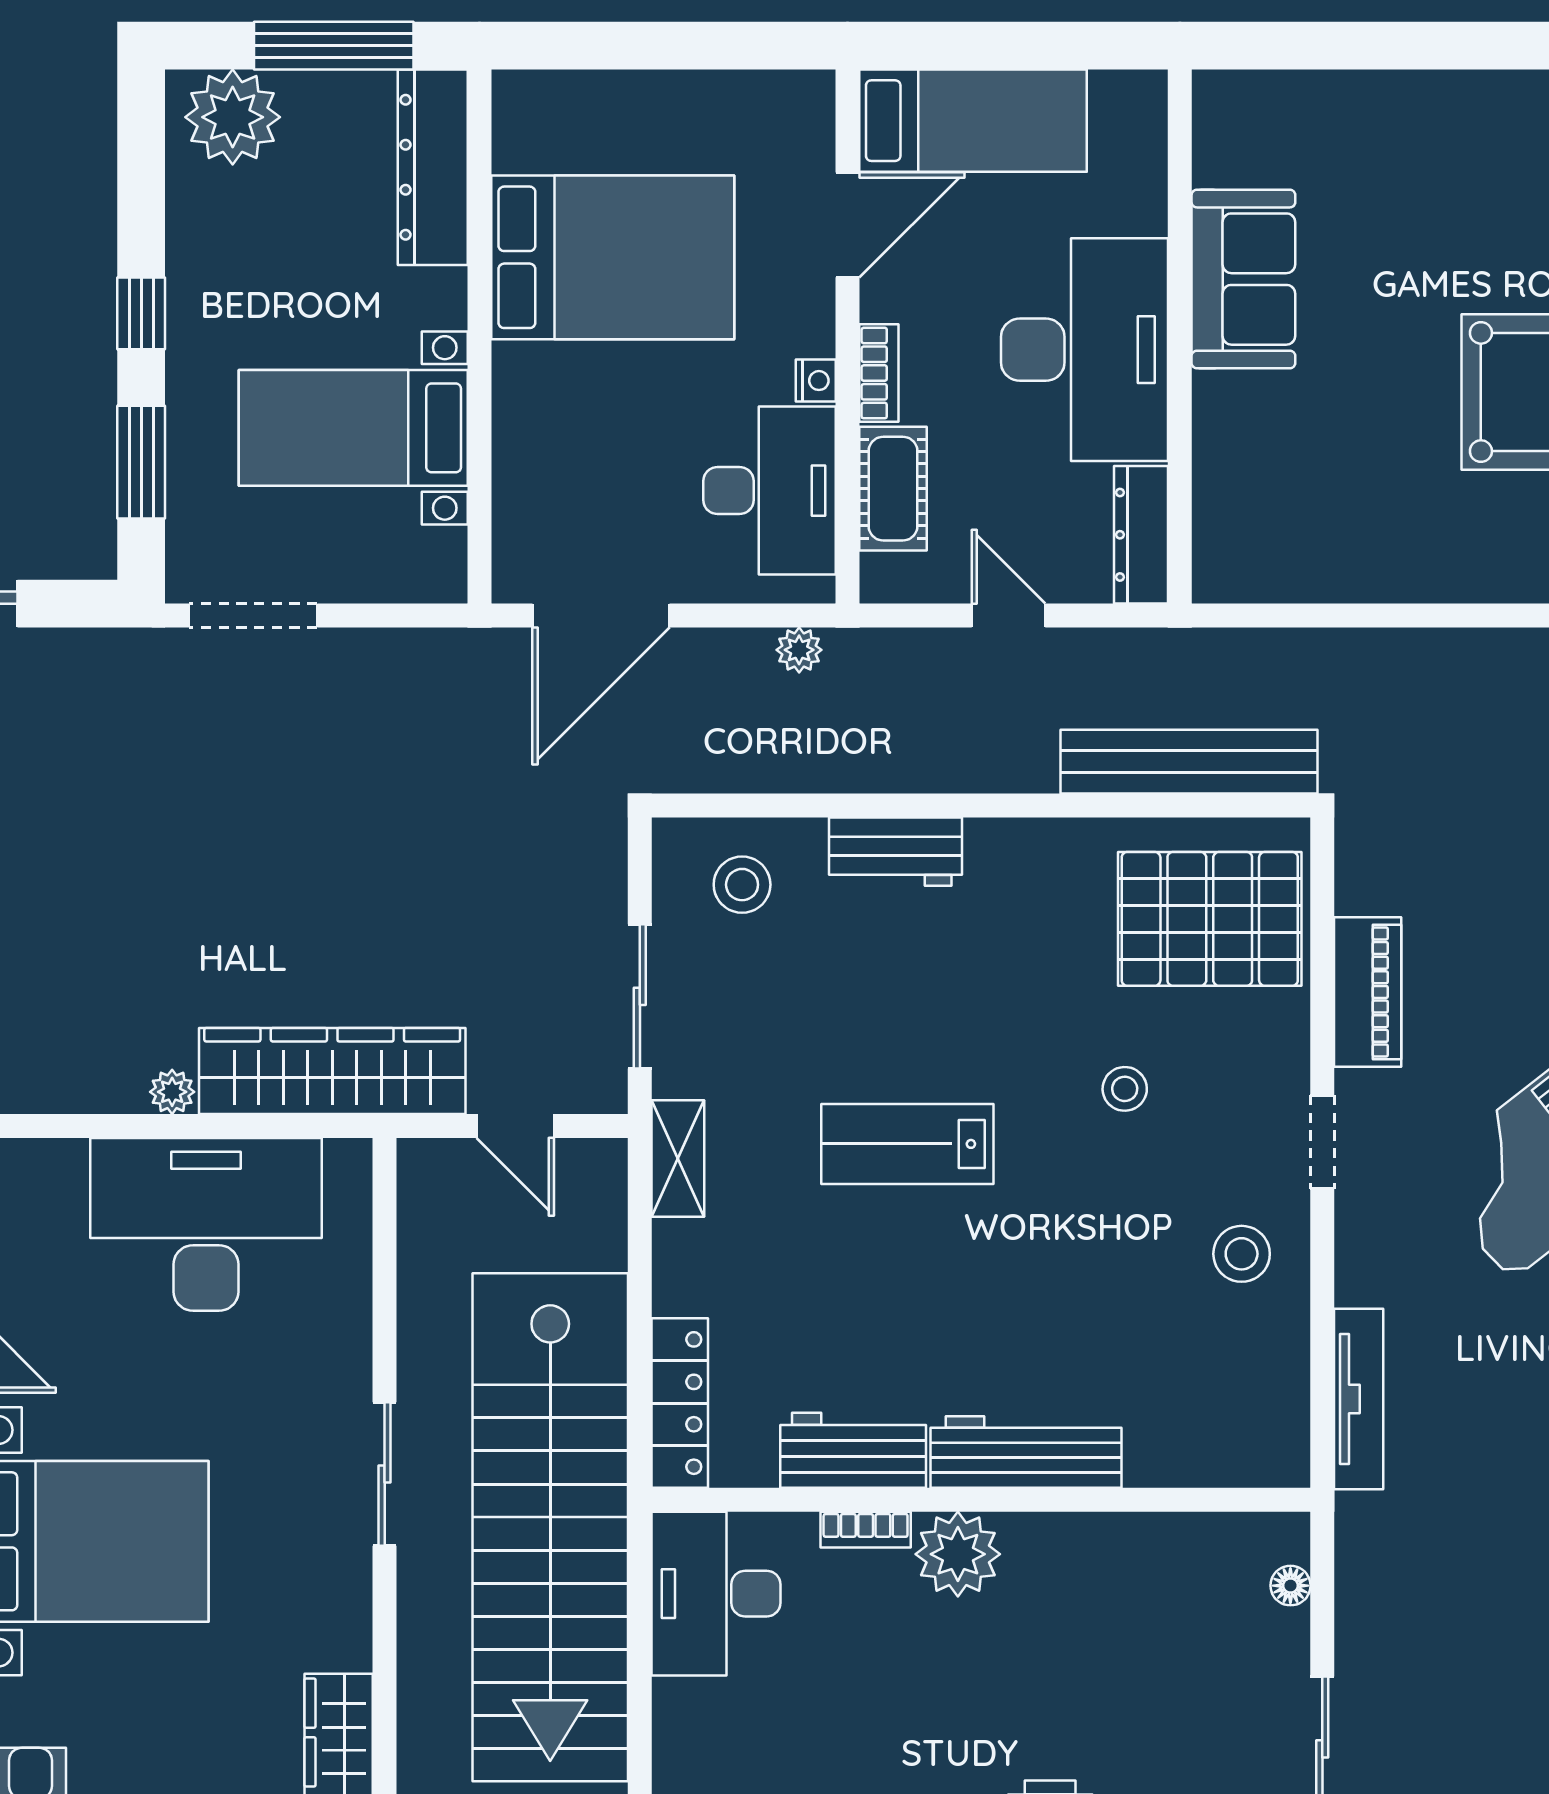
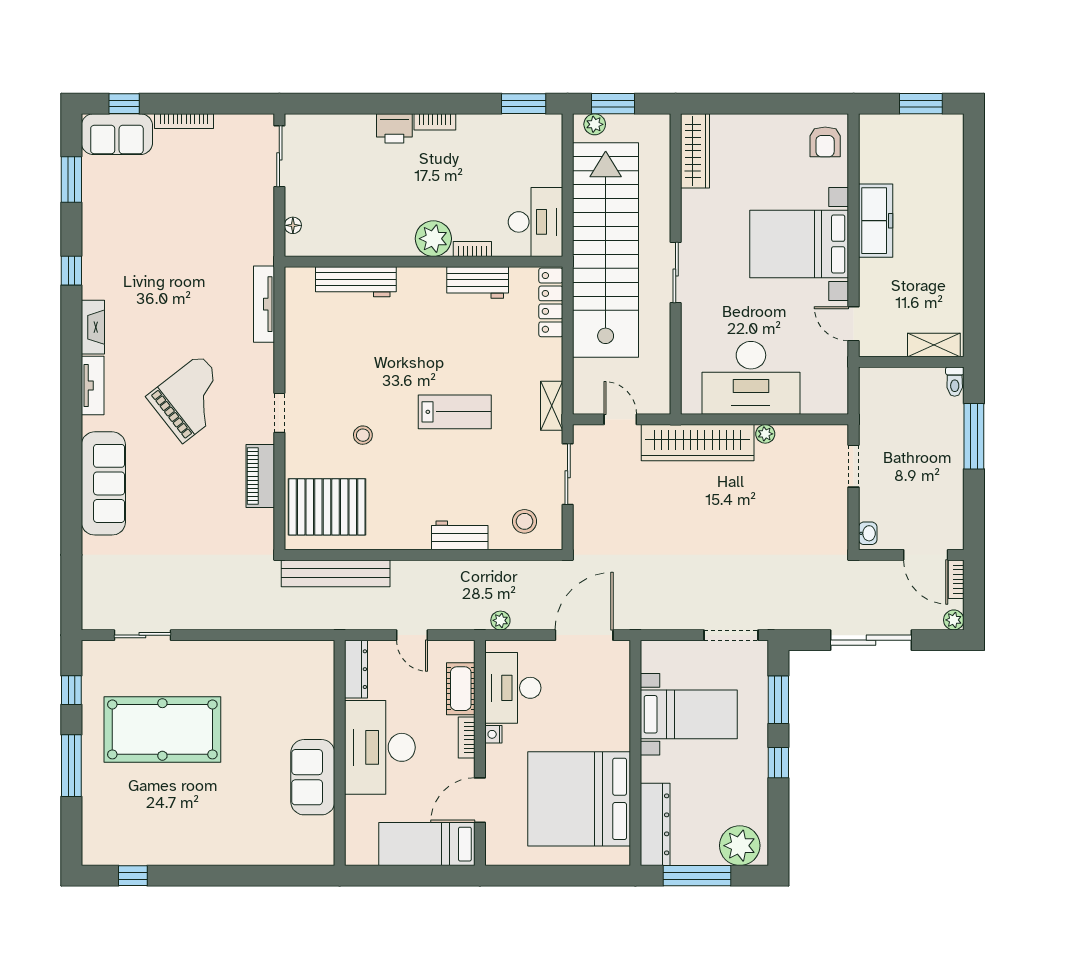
bed: (613, 257) -> (579, 799), width x1.36
stool: (1242, 1254) -> (314, 365), removed
workbench: (1026, 1452) -> (356, 282), moved

